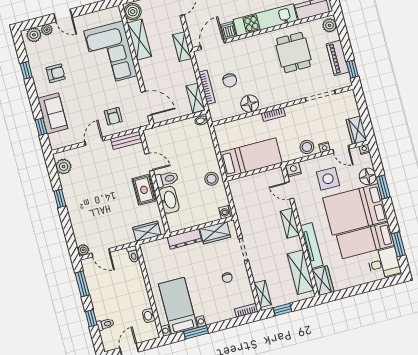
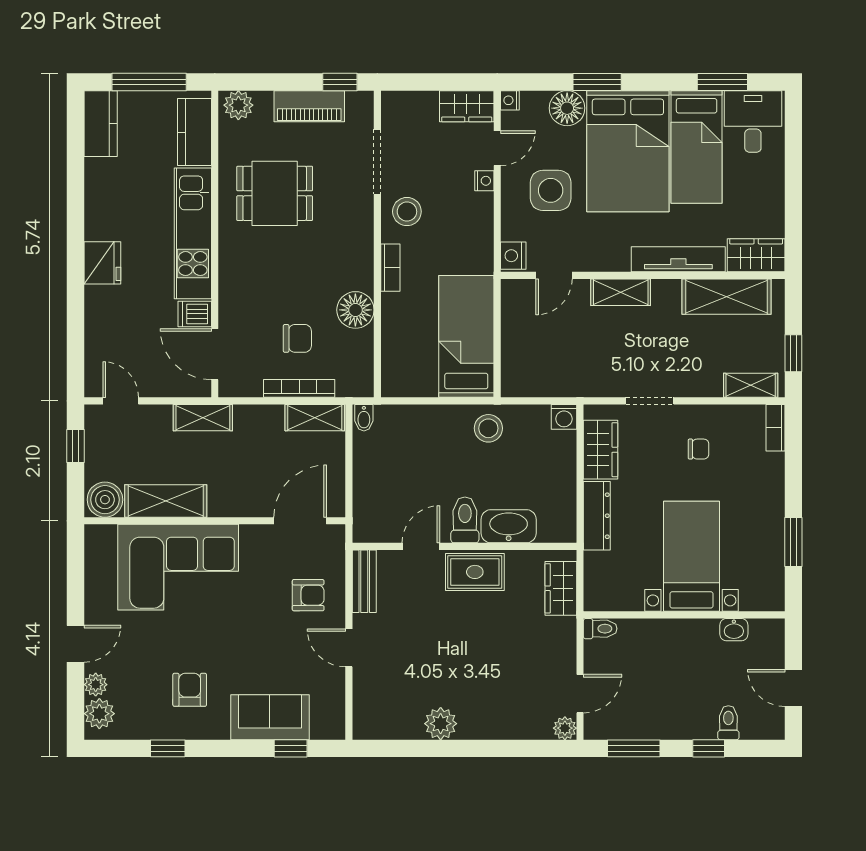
stool: (307, 147) -> (407, 212), moved
plant: (64, 167) -> (441, 724), moved
window: (60, 199) -> (447, 748), removed
bed with nightstands: (178, 306) -> (692, 556), moved, turned 90

